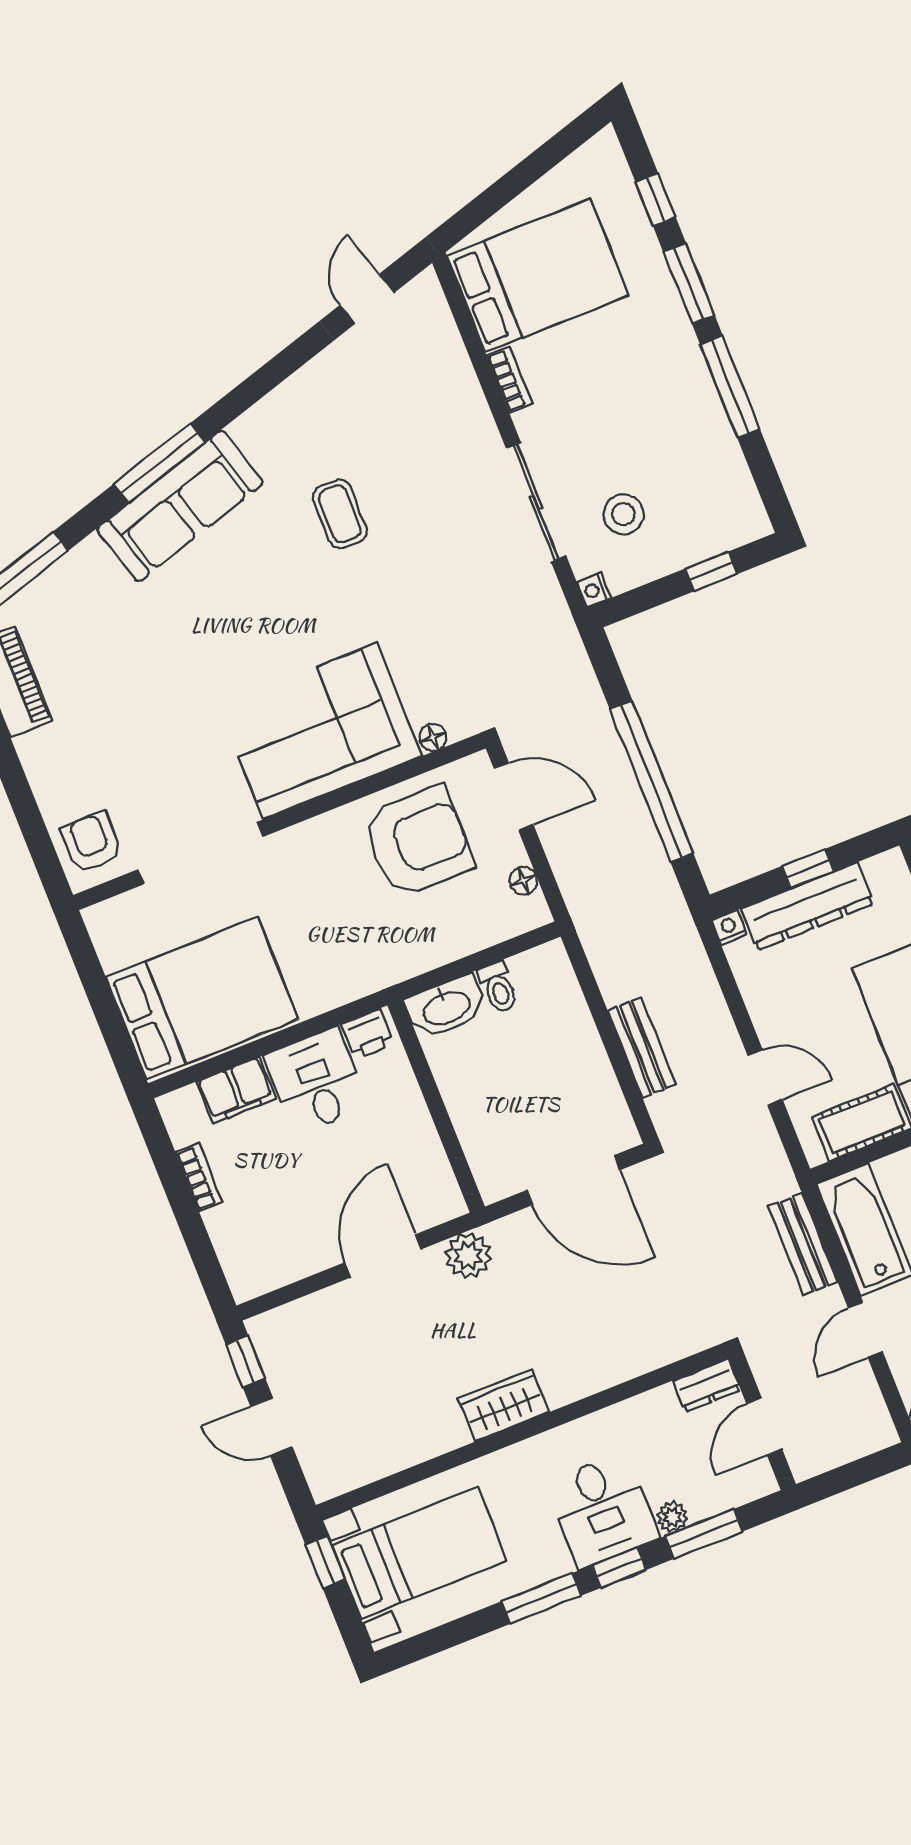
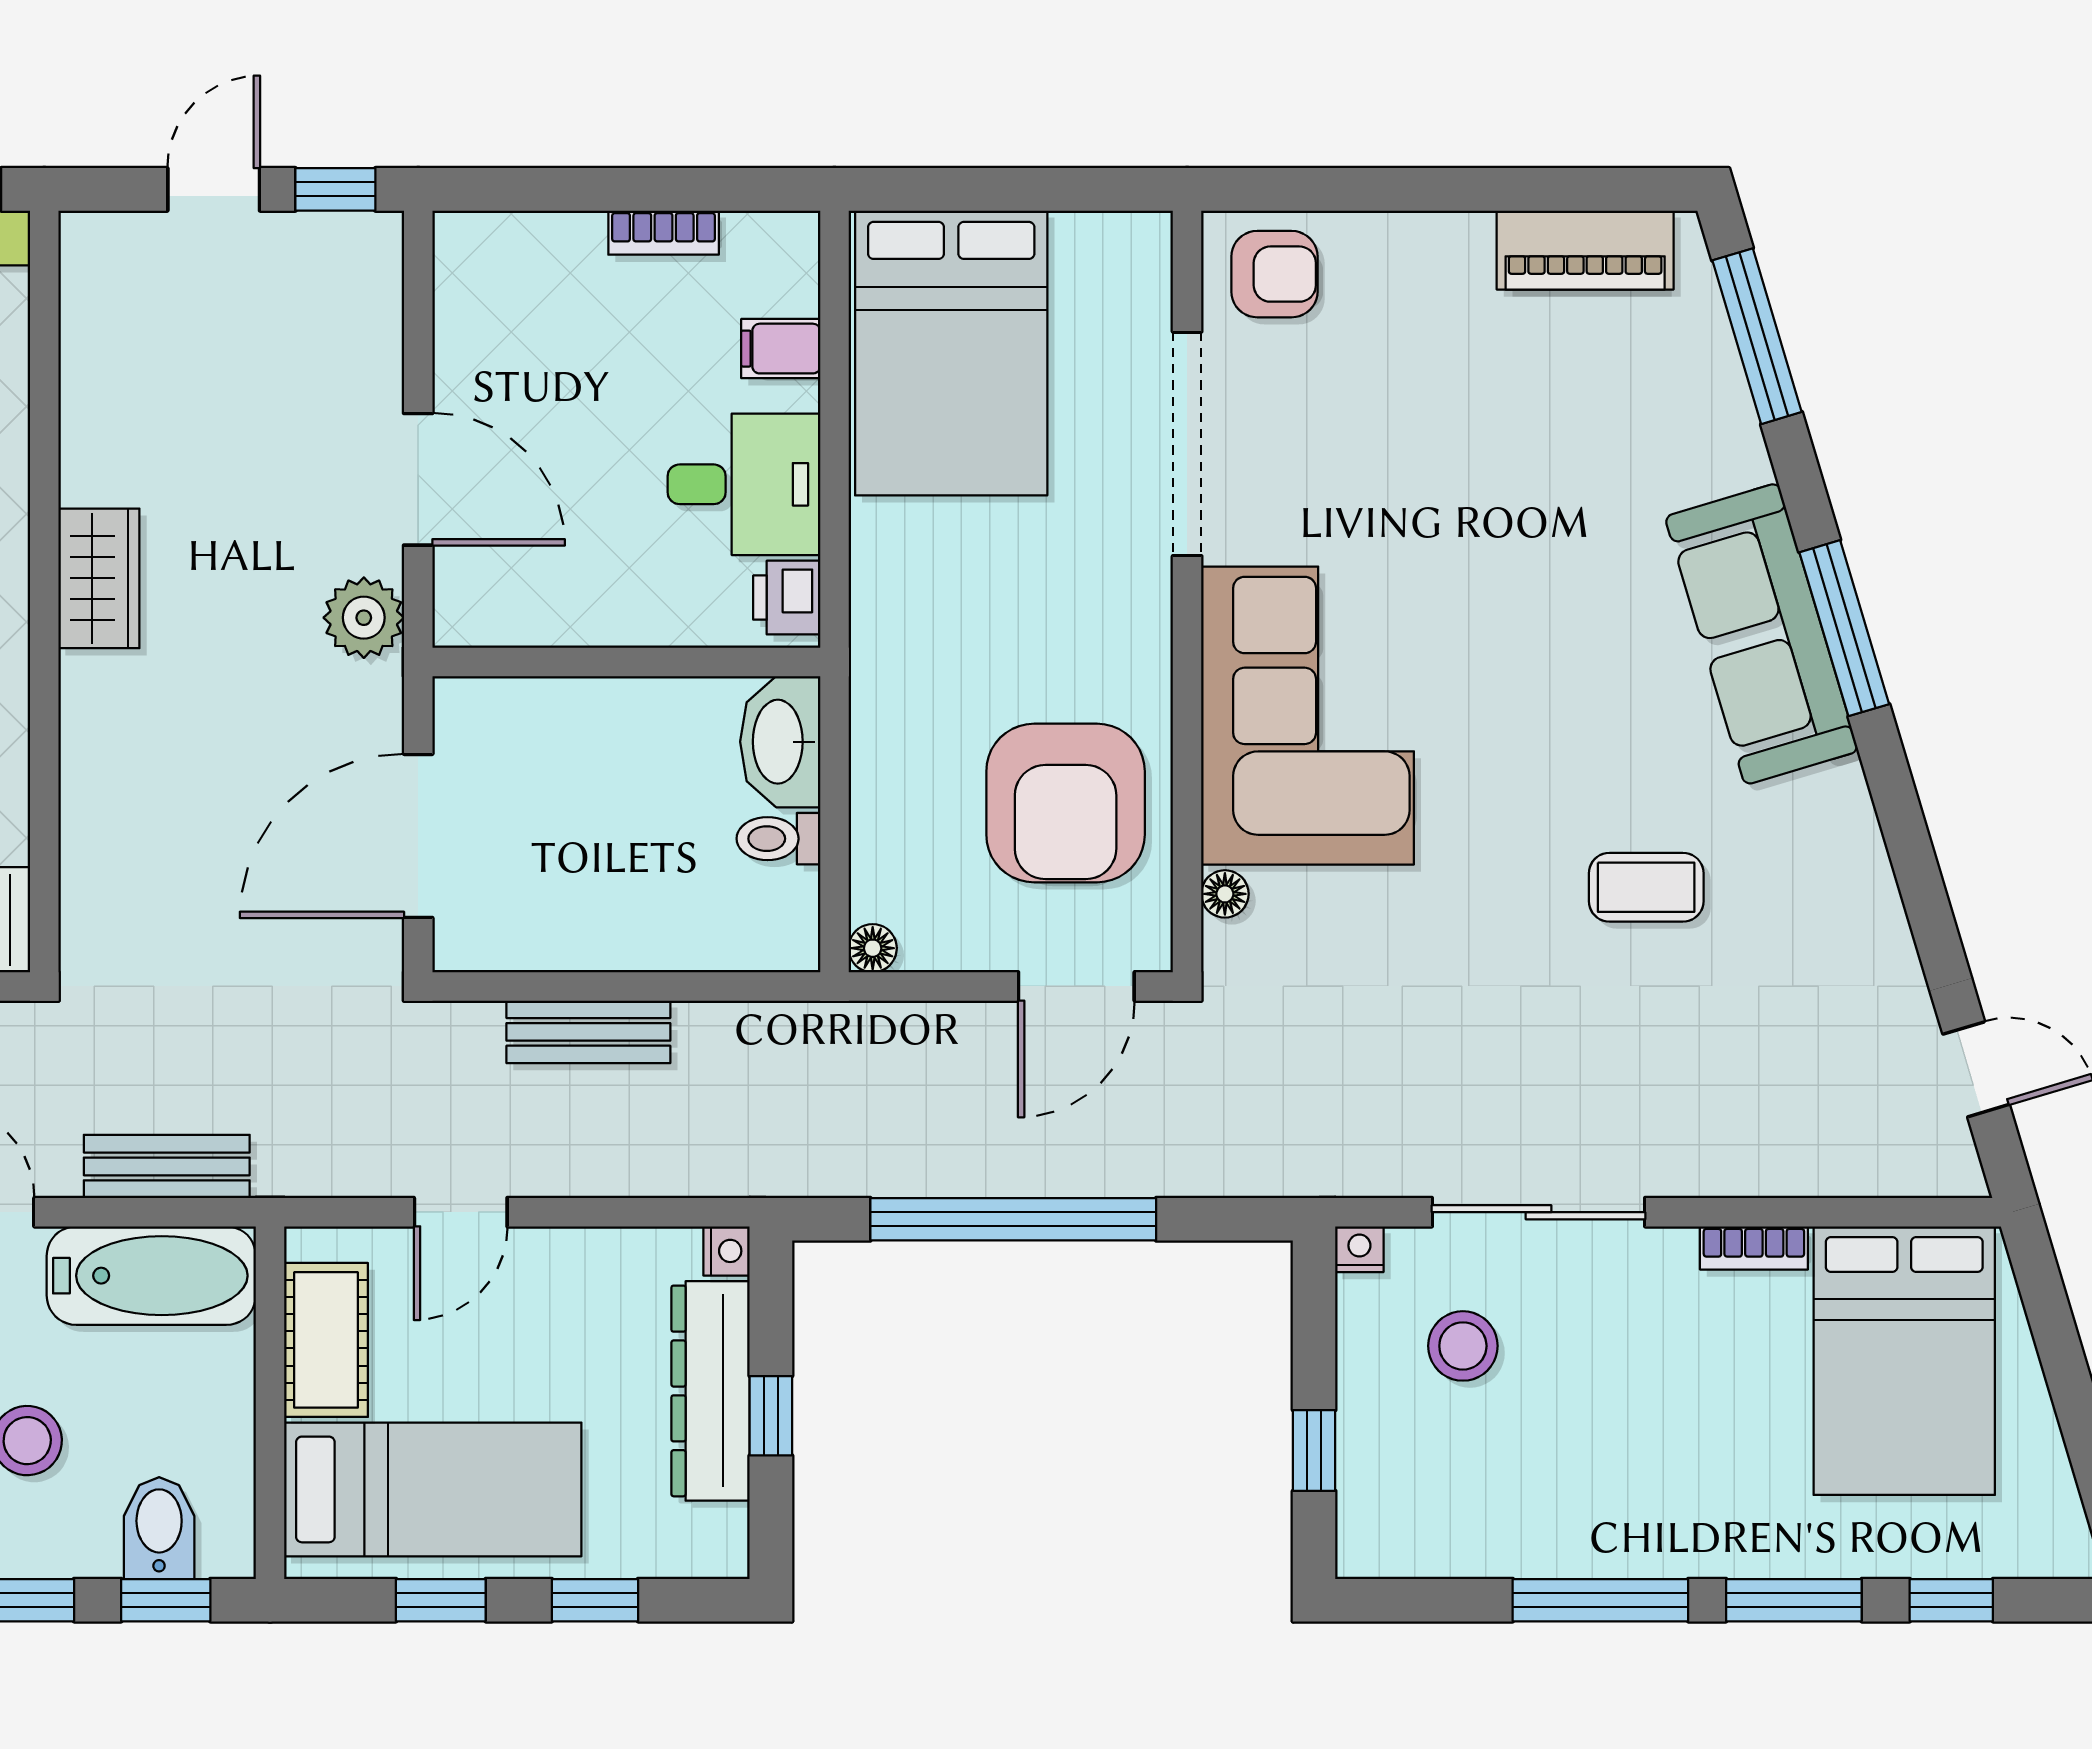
floor lamp: (523, 881) -> (873, 948), moved
filing cabinet: (236, 1090) -> (781, 349), width x0.50

